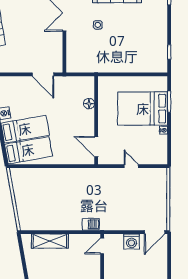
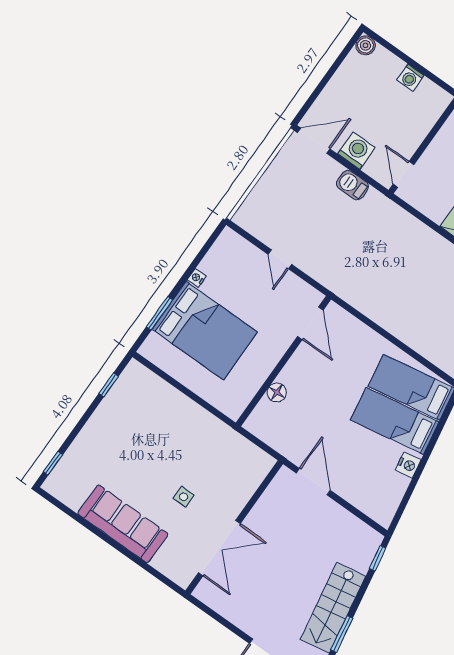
barbecue: (91, 224) -> (352, 185), moved
door: (102, 246) -> (403, 174), swing flipped

